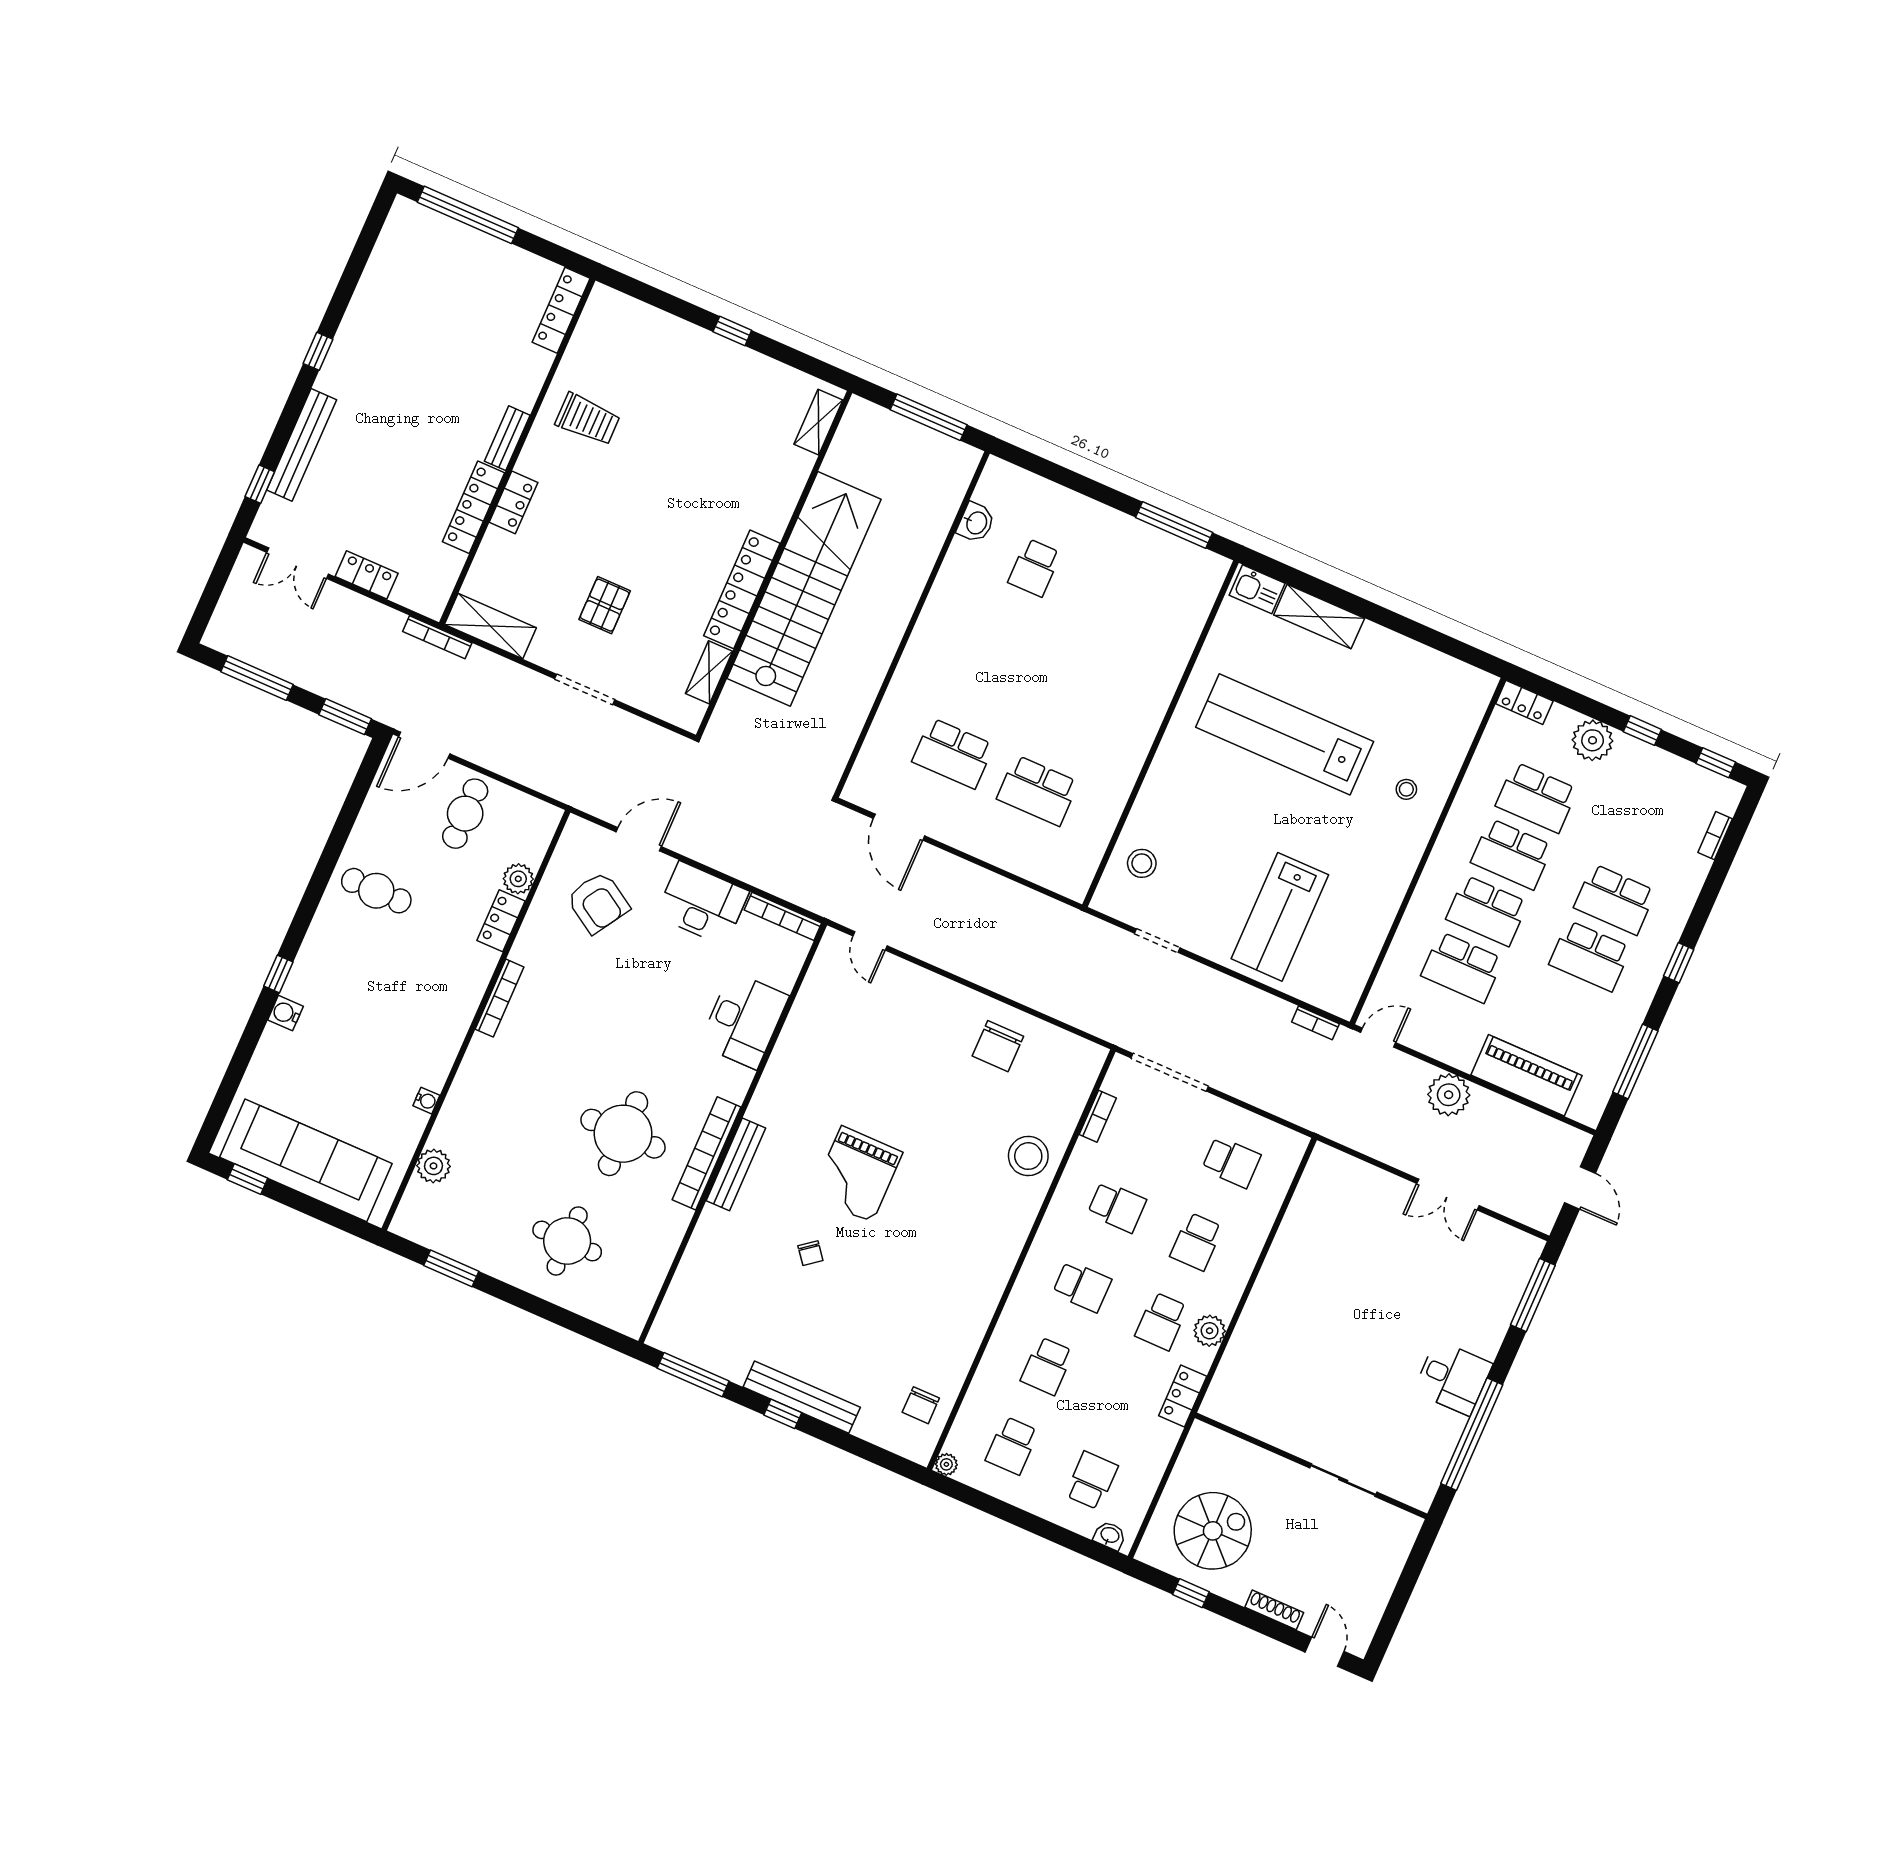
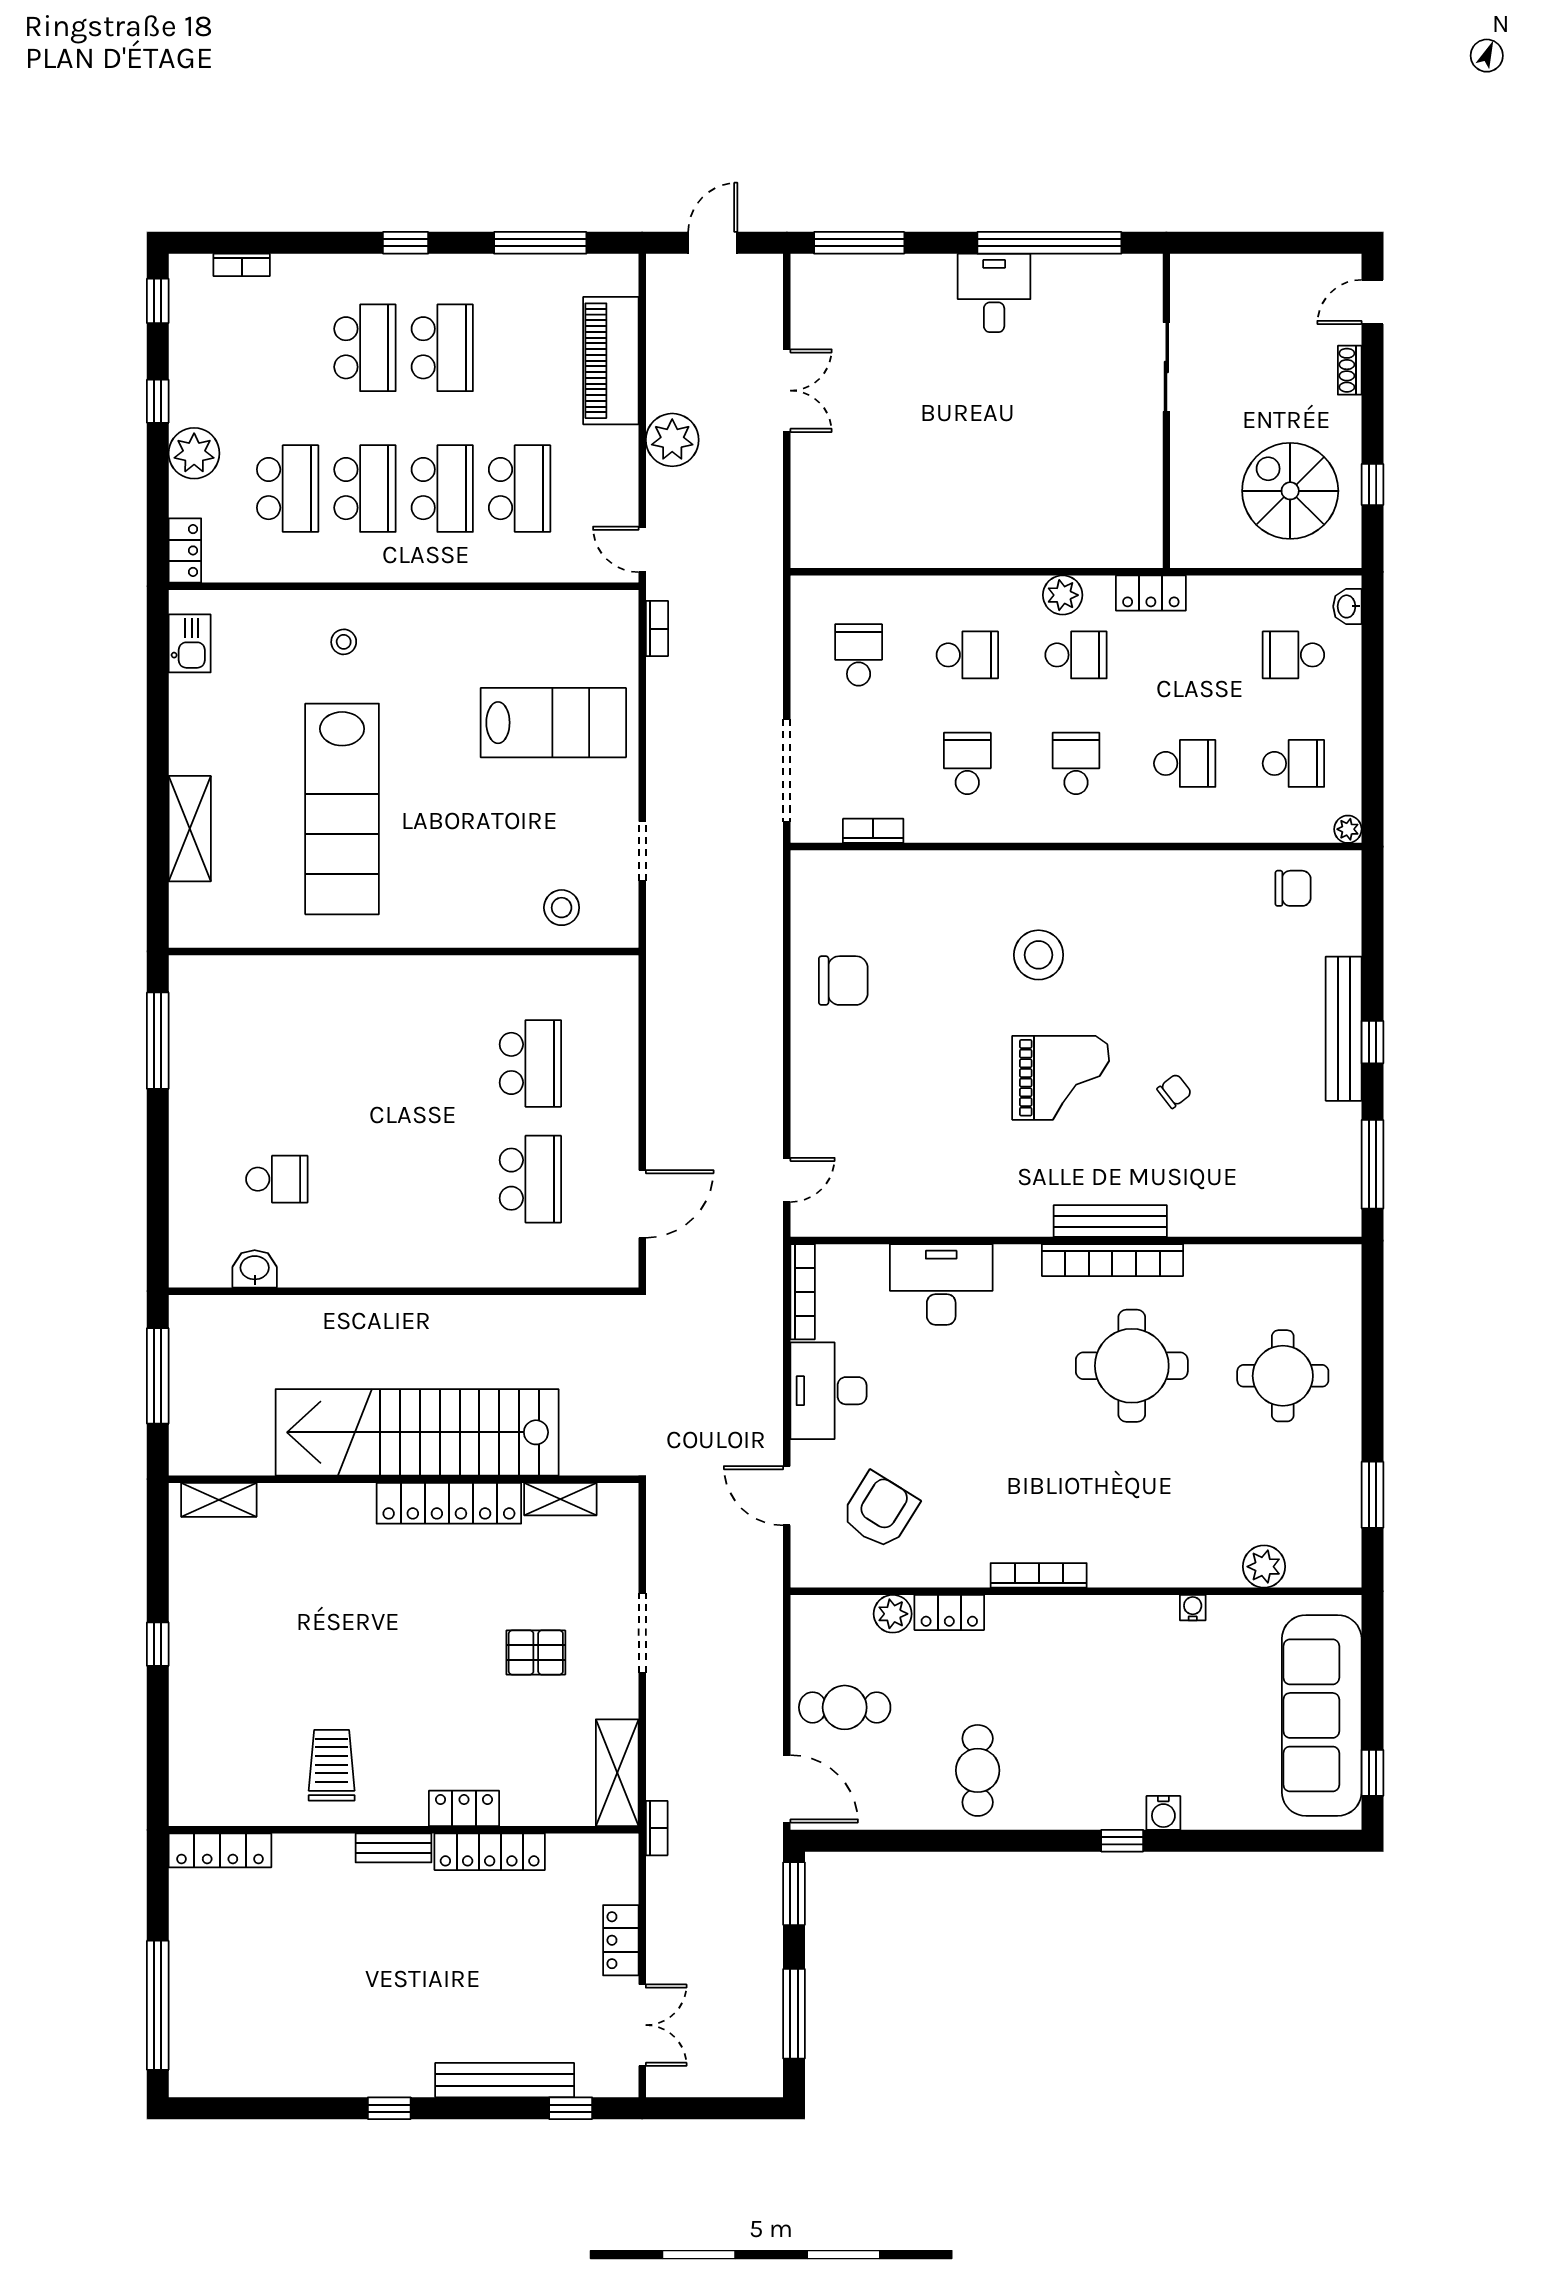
kitchen sink: (1257, 589) -> (190, 643), moved
bookcase: (437, 637) -> (657, 1828), width x0.64
stool: (1028, 1156) -> (1039, 955), moved
shoe rack: (1274, 1610) -> (1350, 370), width x0.70

